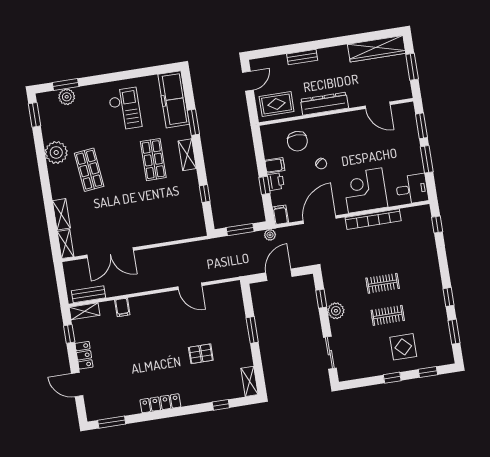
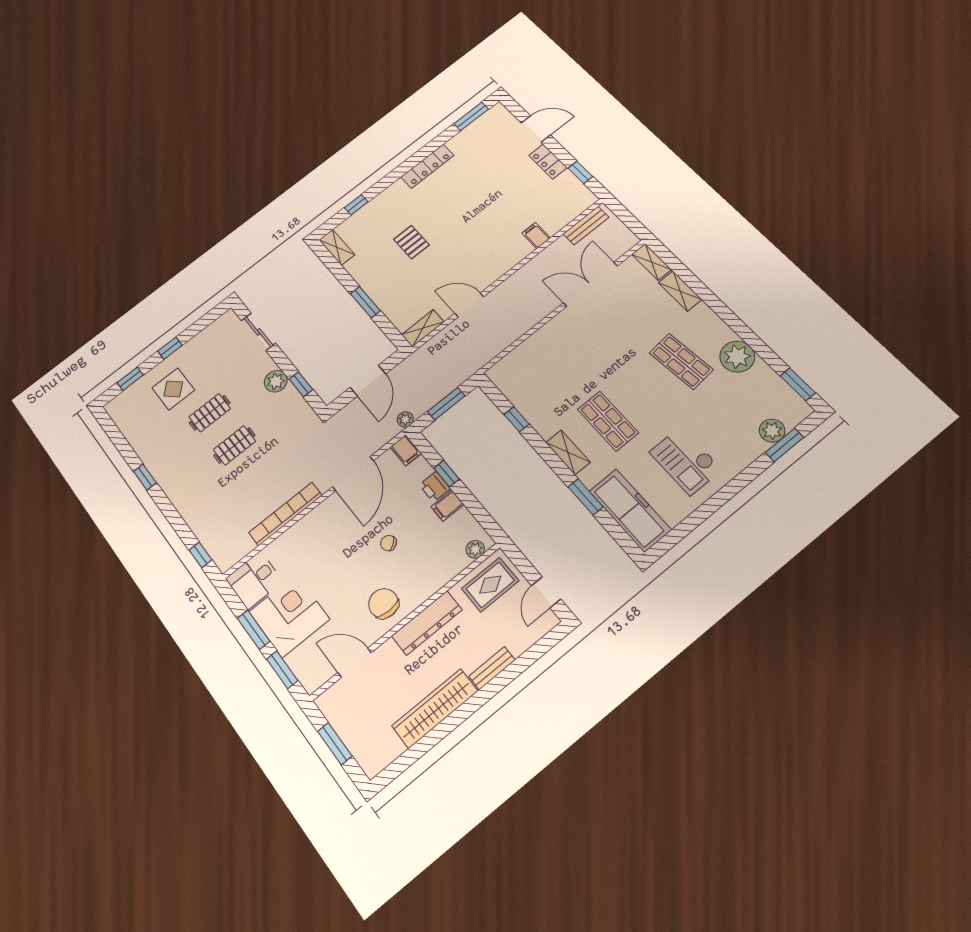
wardrobe: (377, 49) -> (435, 708), moved
plant: (273, 130) -> (475, 549), added
chair: (297, 141) -> (384, 603), moved
corner desk: (365, 190) -> (289, 615), moved, turned -90
shelving: (85, 311) -> (423, 328), moved
window: (454, 332) -> (120, 441), removed
pallet: (201, 354) -> (411, 242), turned 90

